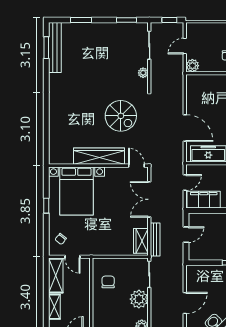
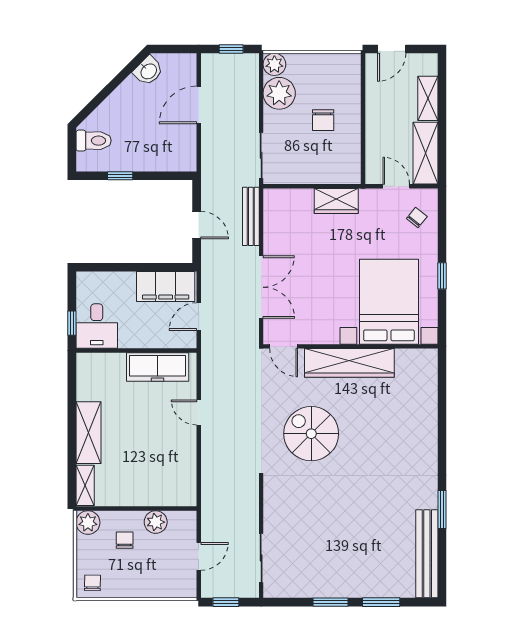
window: (127, 20) -> (330, 602), moved
window: (46, 48) -> (442, 509), moved
plant: (192, 66) -> (156, 522), moved
plant: (143, 73) -> (272, 509), removed
door: (185, 128) -> (199, 412), width x0.53
door: (186, 235) -> (197, 225), swing flipped
wardrobe: (141, 241) -> (336, 201), moved, turned 90
chair: (108, 282) -> (323, 120), moved
plant: (139, 299) -> (279, 93), moved

